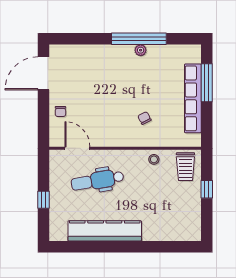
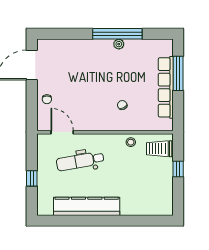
trolley: (185, 167) -> (159, 149), turned 90

